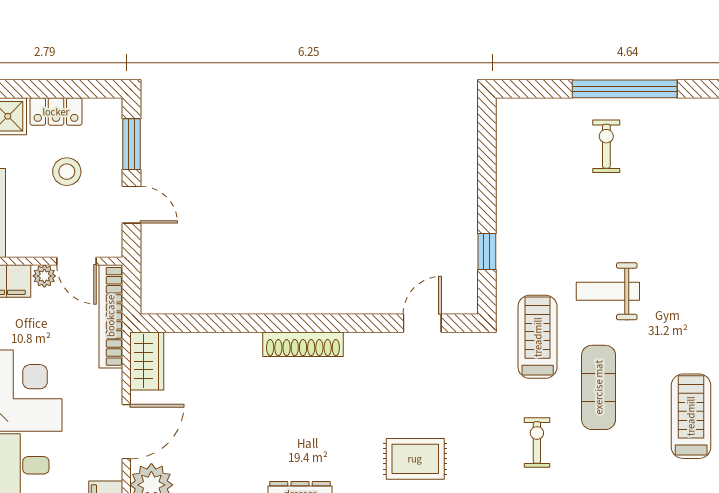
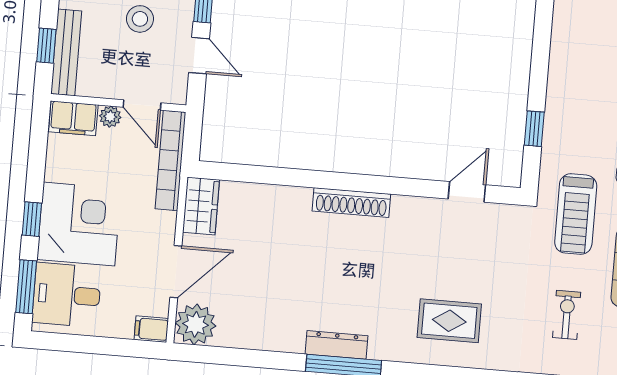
treadmill: (538, 337) -> (576, 214), turned 180

